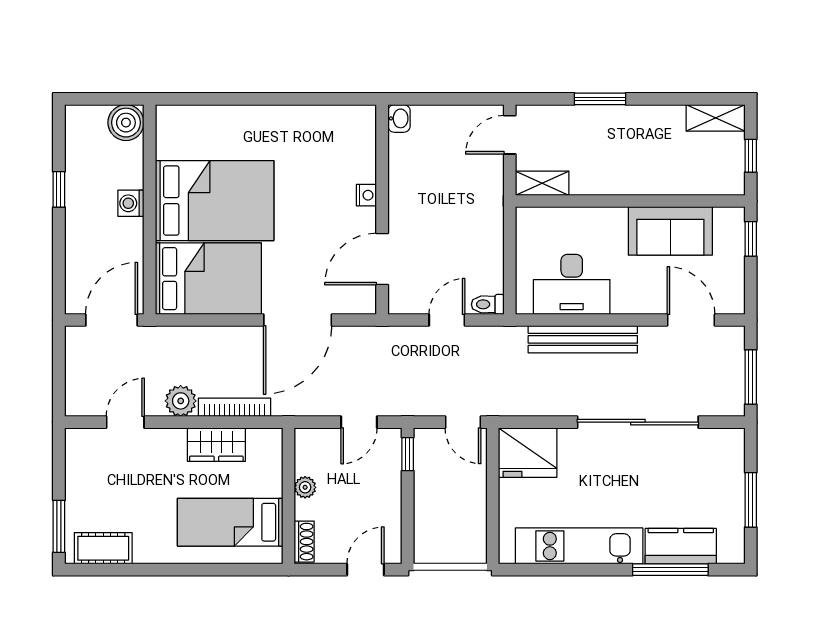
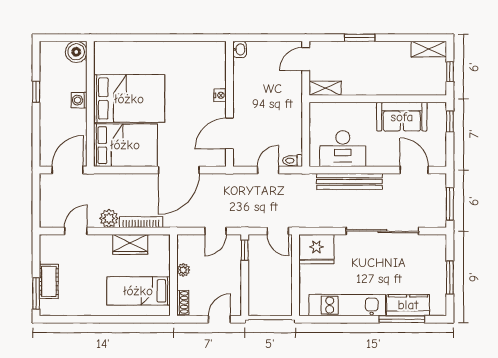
cot: (103, 548) -> (49, 281), moved, turned 90

